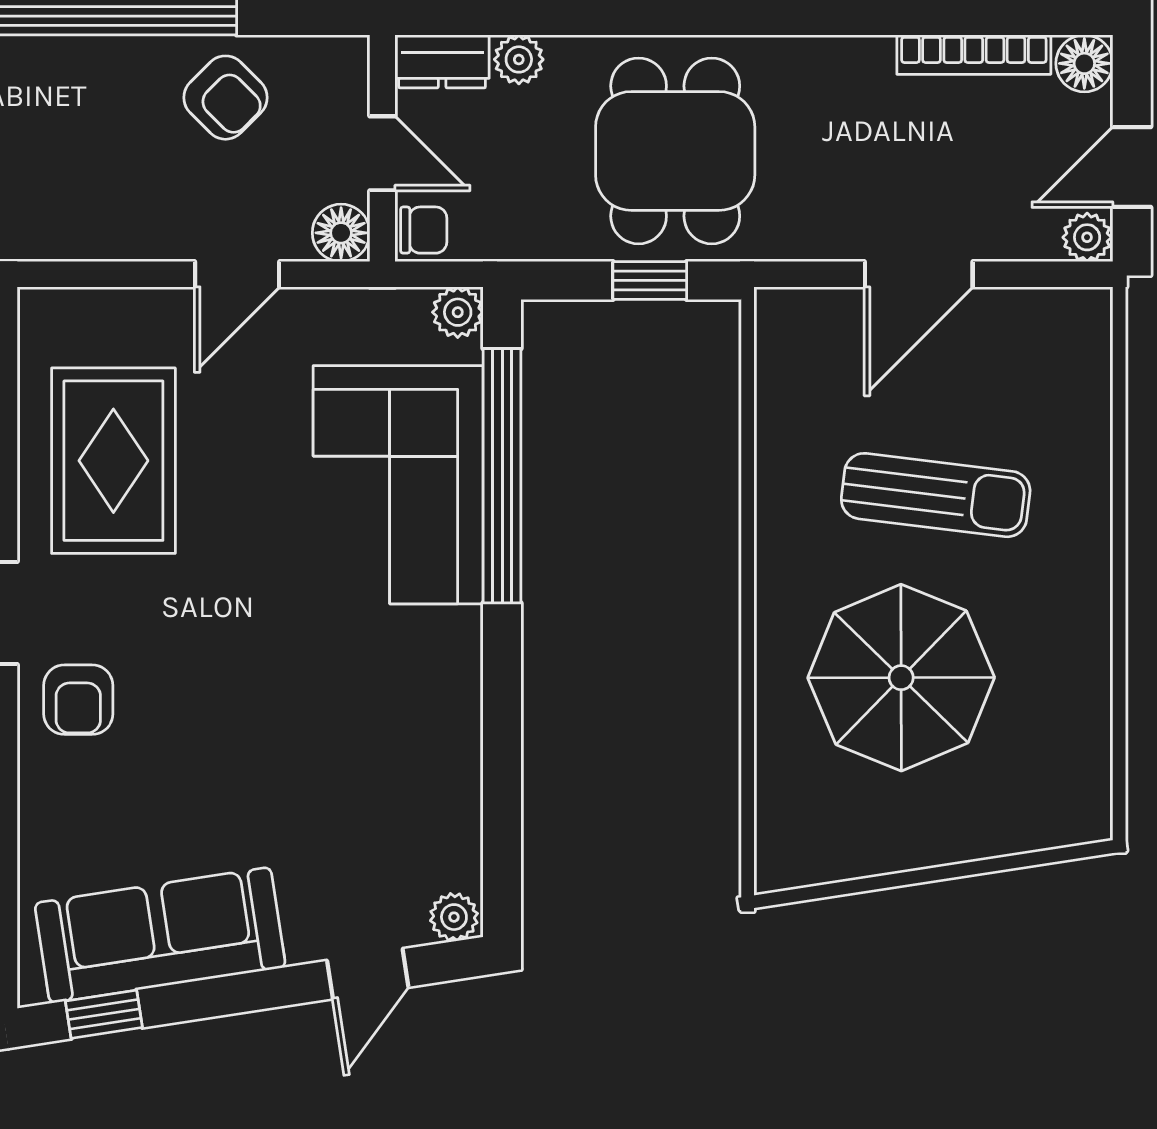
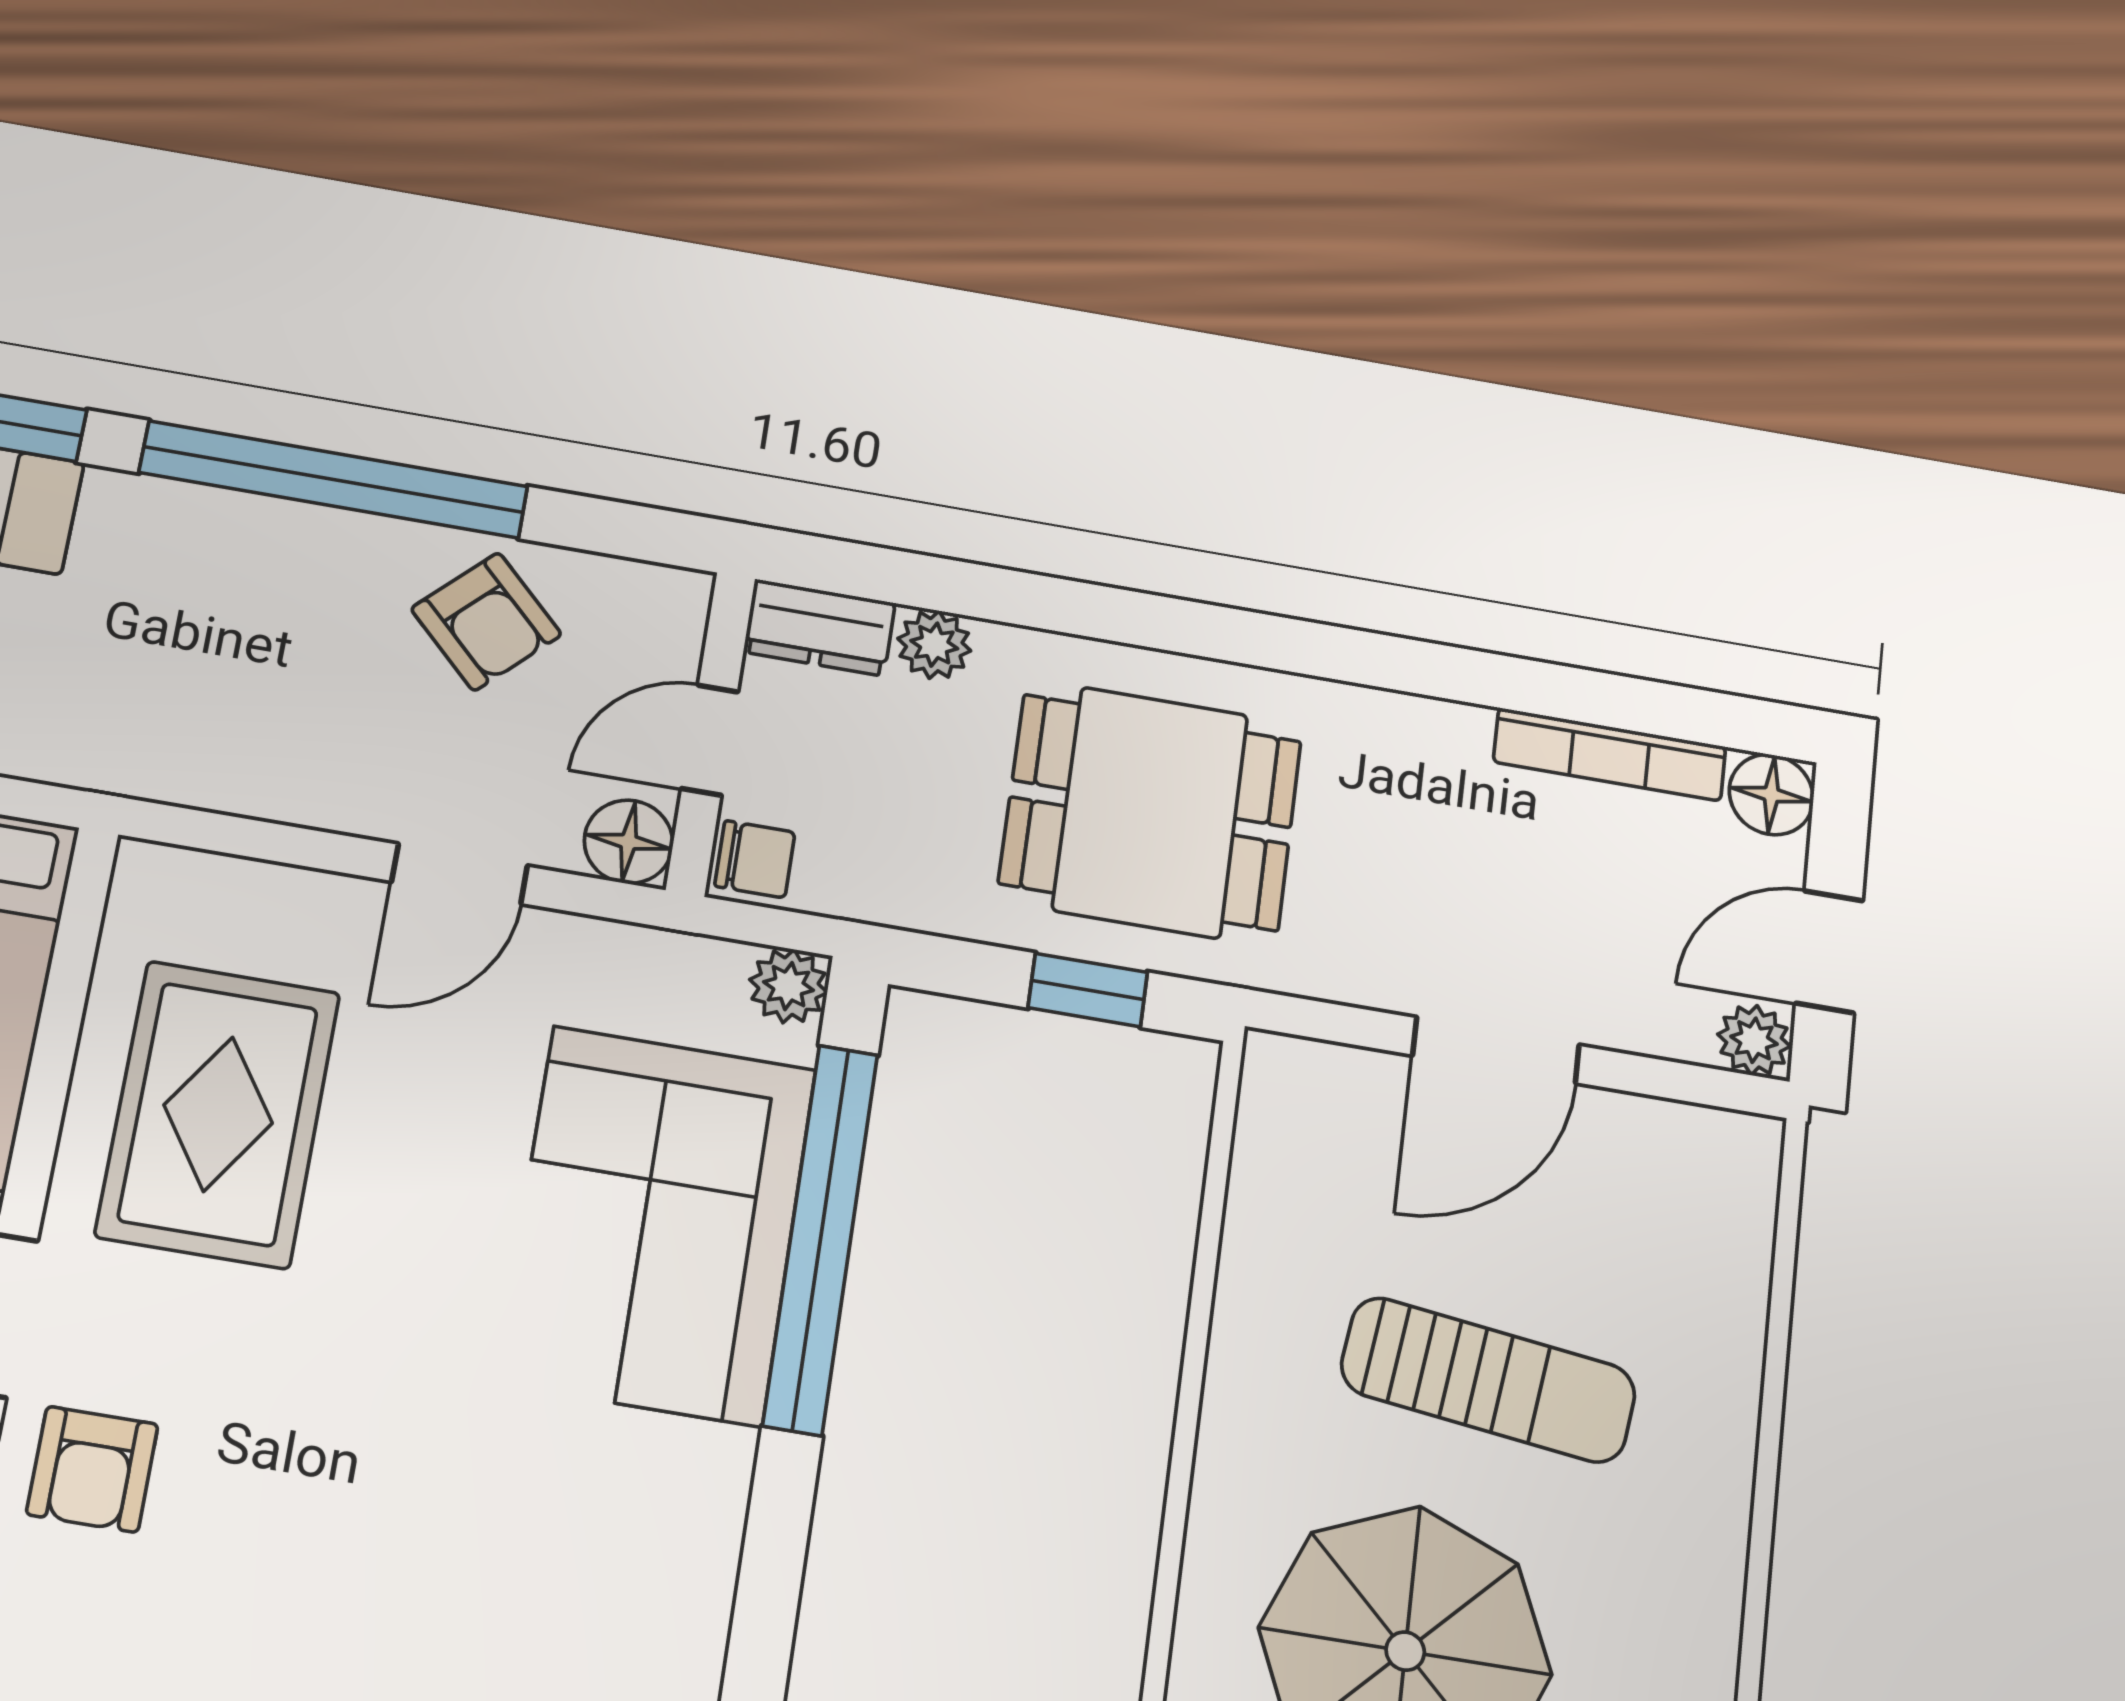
dining table: (675, 151) -> (1150, 812), turned 90
door: (382, 153) -> (710, 740), swing flipped

